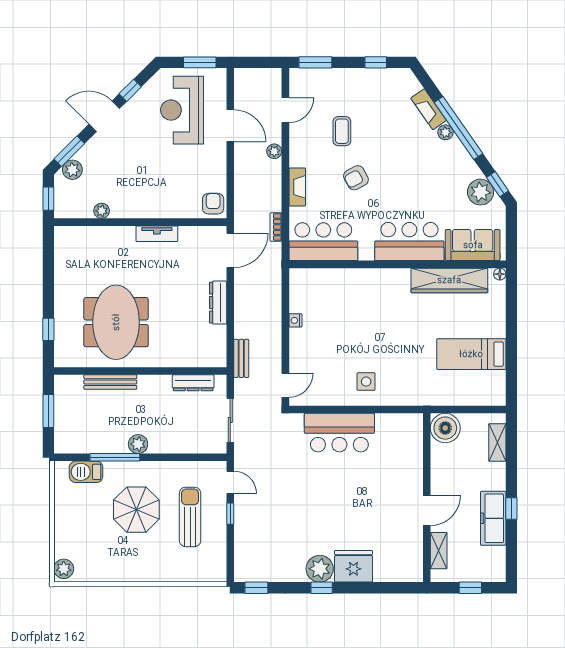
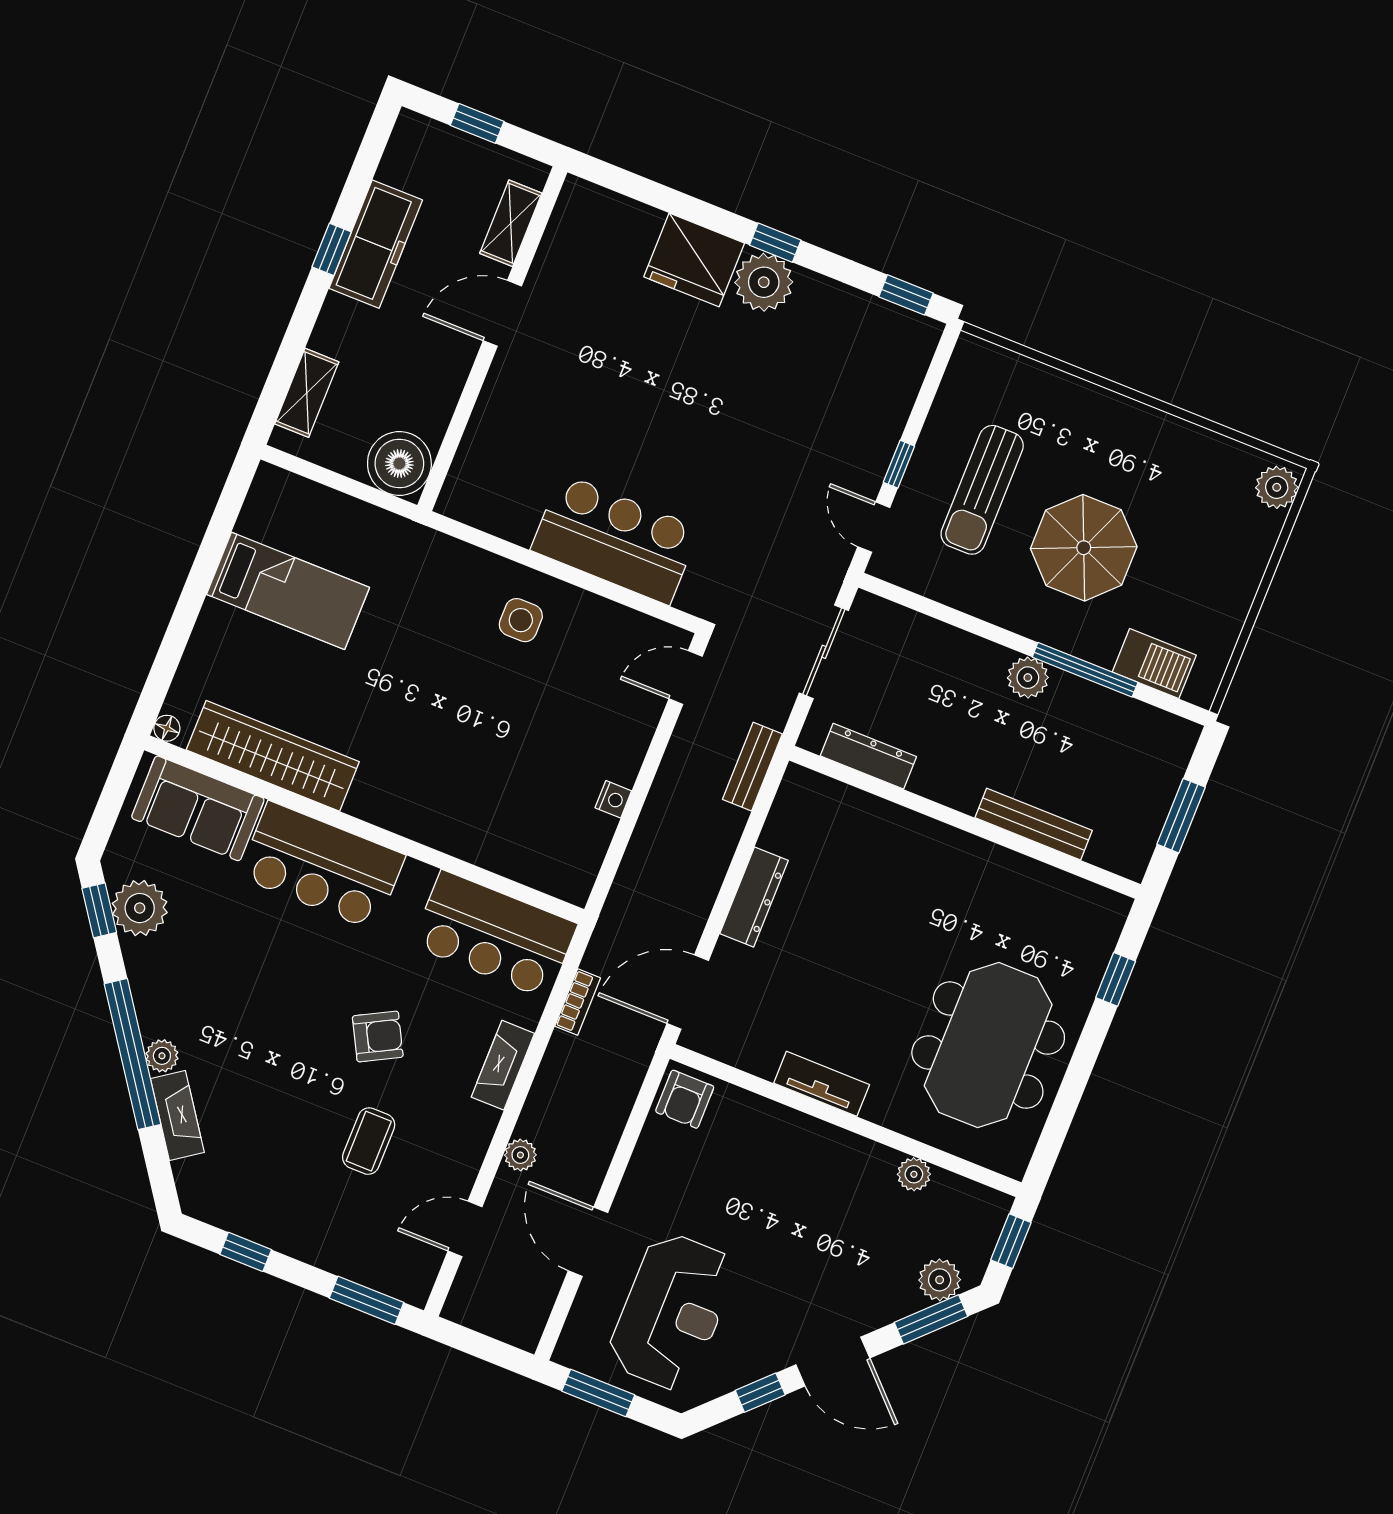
meeting table: (116, 322) -> (988, 1045), moved

